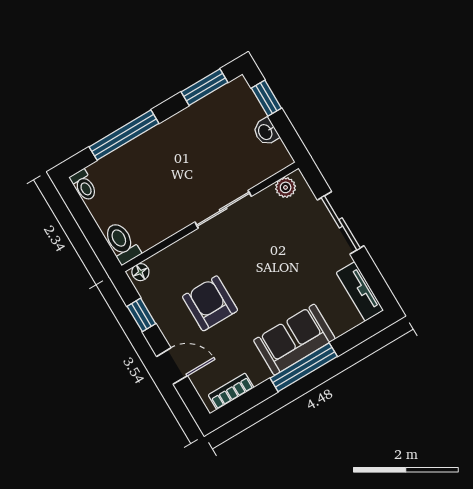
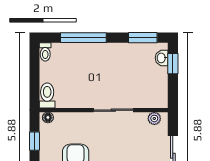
washbasin: (266, 132) -> (162, 58), moved

